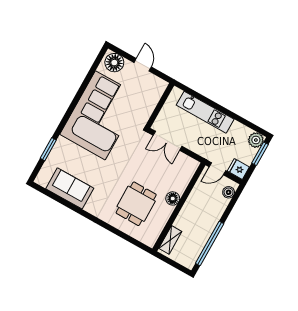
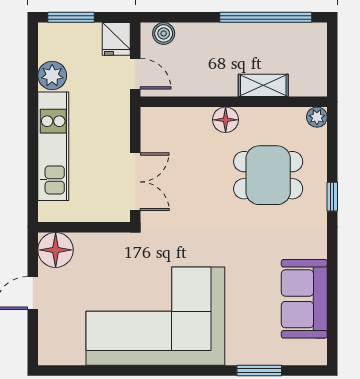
floor lamp: (114, 63) -> (56, 250), moved
plant: (256, 140) -> (52, 75), moved
window: (110, 228) -> (332, 197), added
shelving: (170, 240) -> (263, 85), moved
plant: (150, 241) -> (317, 117), added

